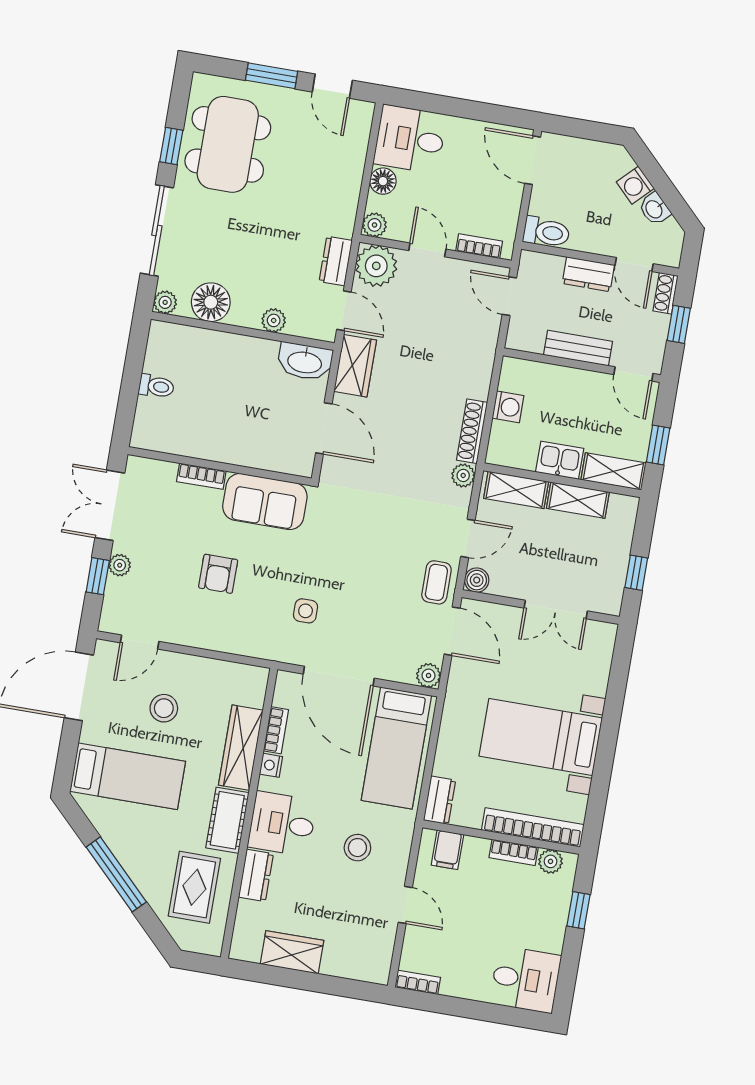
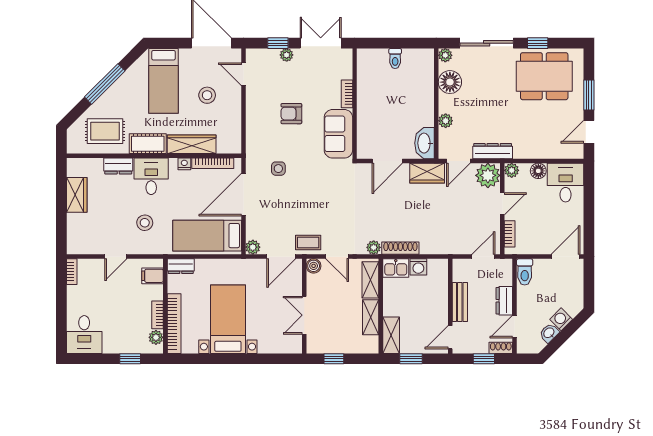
dresser: (336, 261) -> (493, 151), width x1.44
kitchen sink: (560, 460) -> (396, 268), moved, turned 90
bookcase: (276, 730) -> (213, 163), width x1.56

